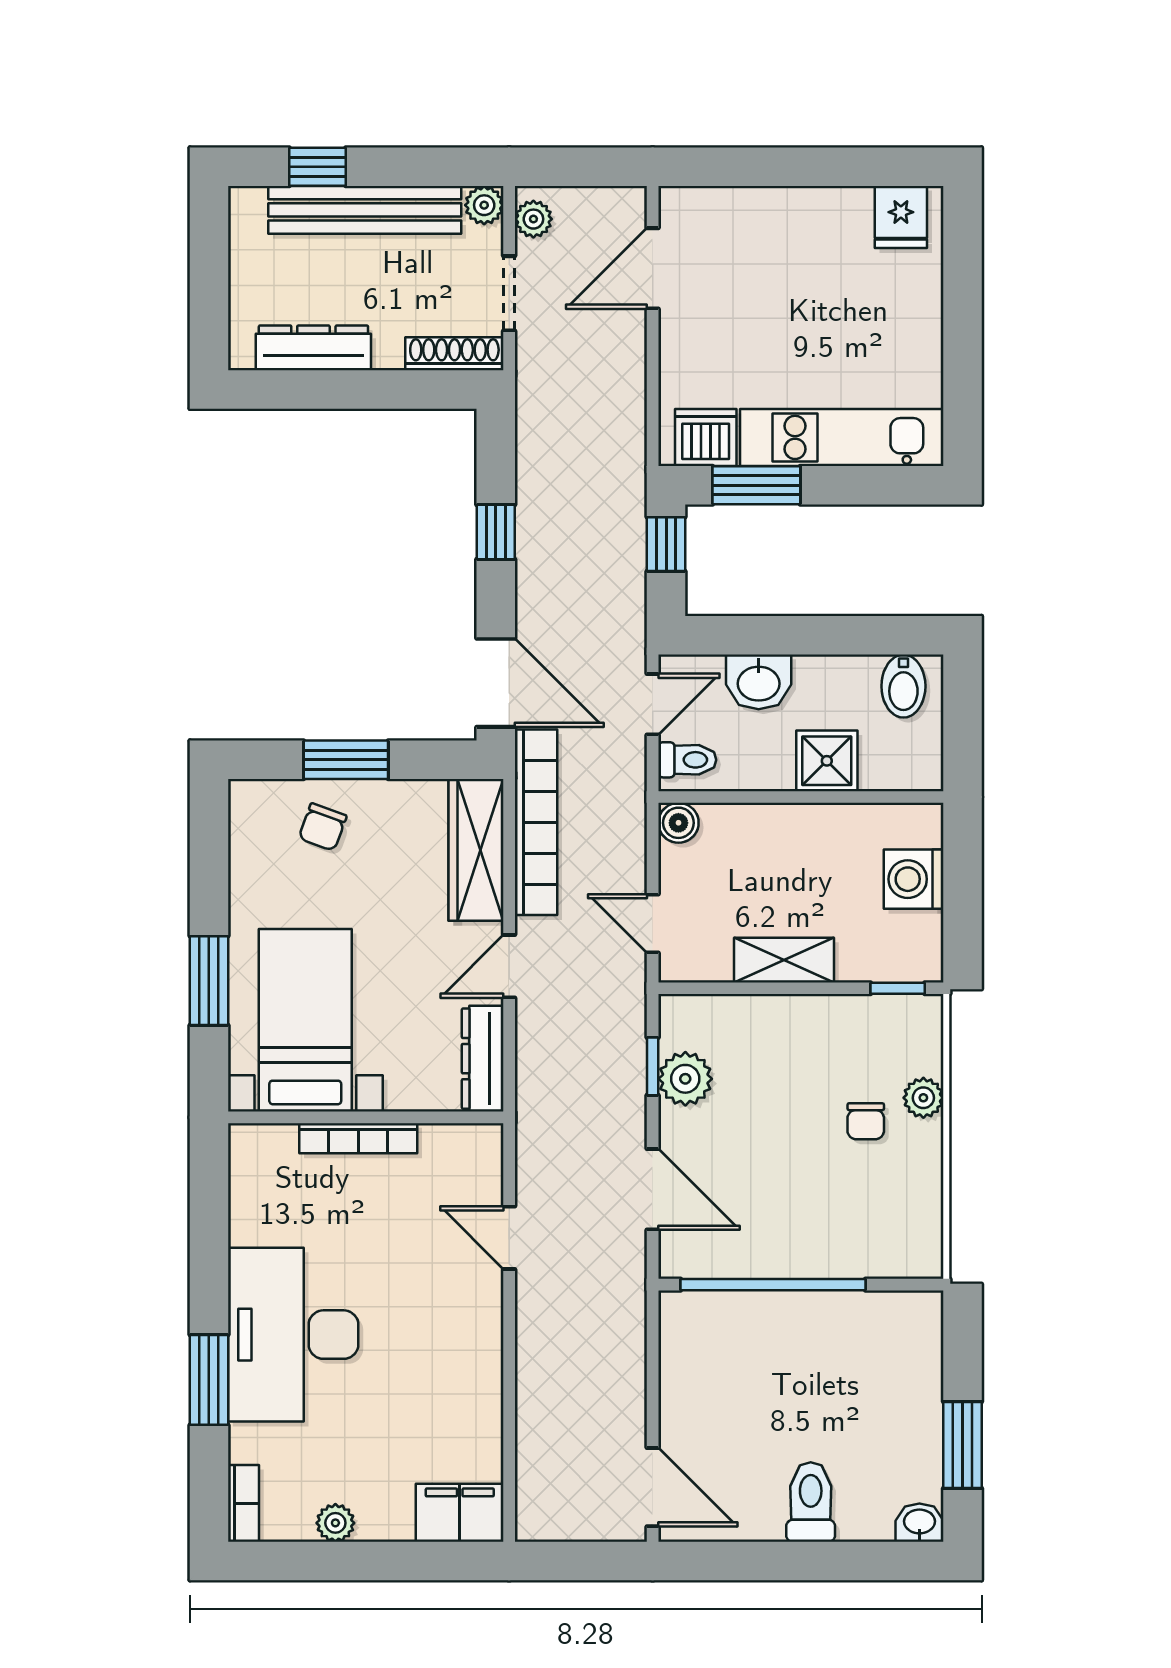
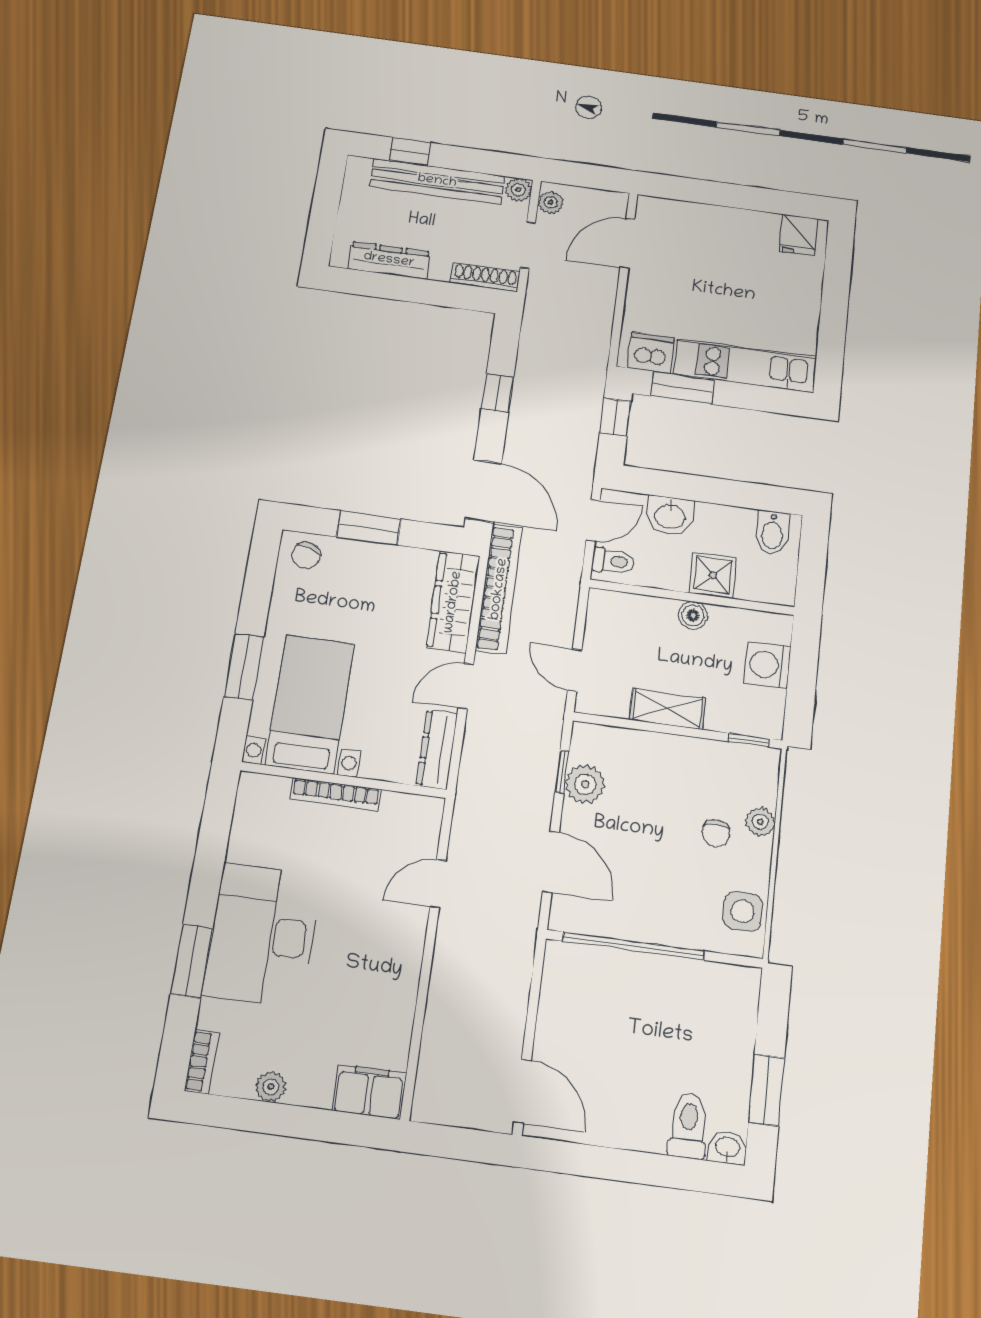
boiler: (678, 823) -> (693, 615), moved
chair: (323, 827) -> (306, 555), moved
side table: (911, 1221) -> (743, 911), added
door: (509, 1238) -> (438, 884), hinge flipped
toilet: (811, 1502) -> (688, 1126), moved

